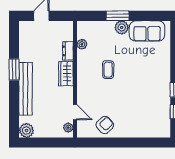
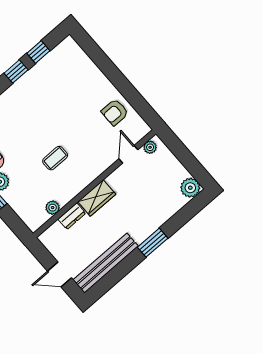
window: (14, 69) -> (153, 243), moved
bench: (25, 89) -> (106, 263), moved
armchair: (105, 125) -> (115, 112), turned -47

